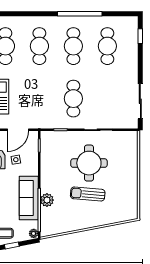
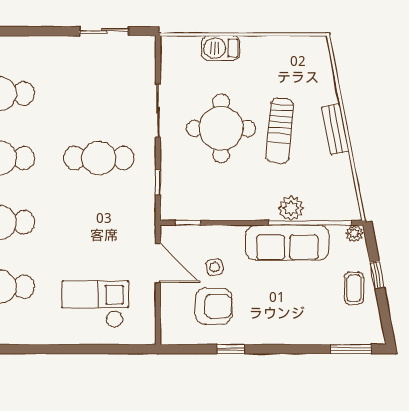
sliding door: (140, 101) -> (104, 31), width x0.73
barbecue: (131, 163) -> (221, 48), added
bench: (88, 223) -> (335, 129), added

